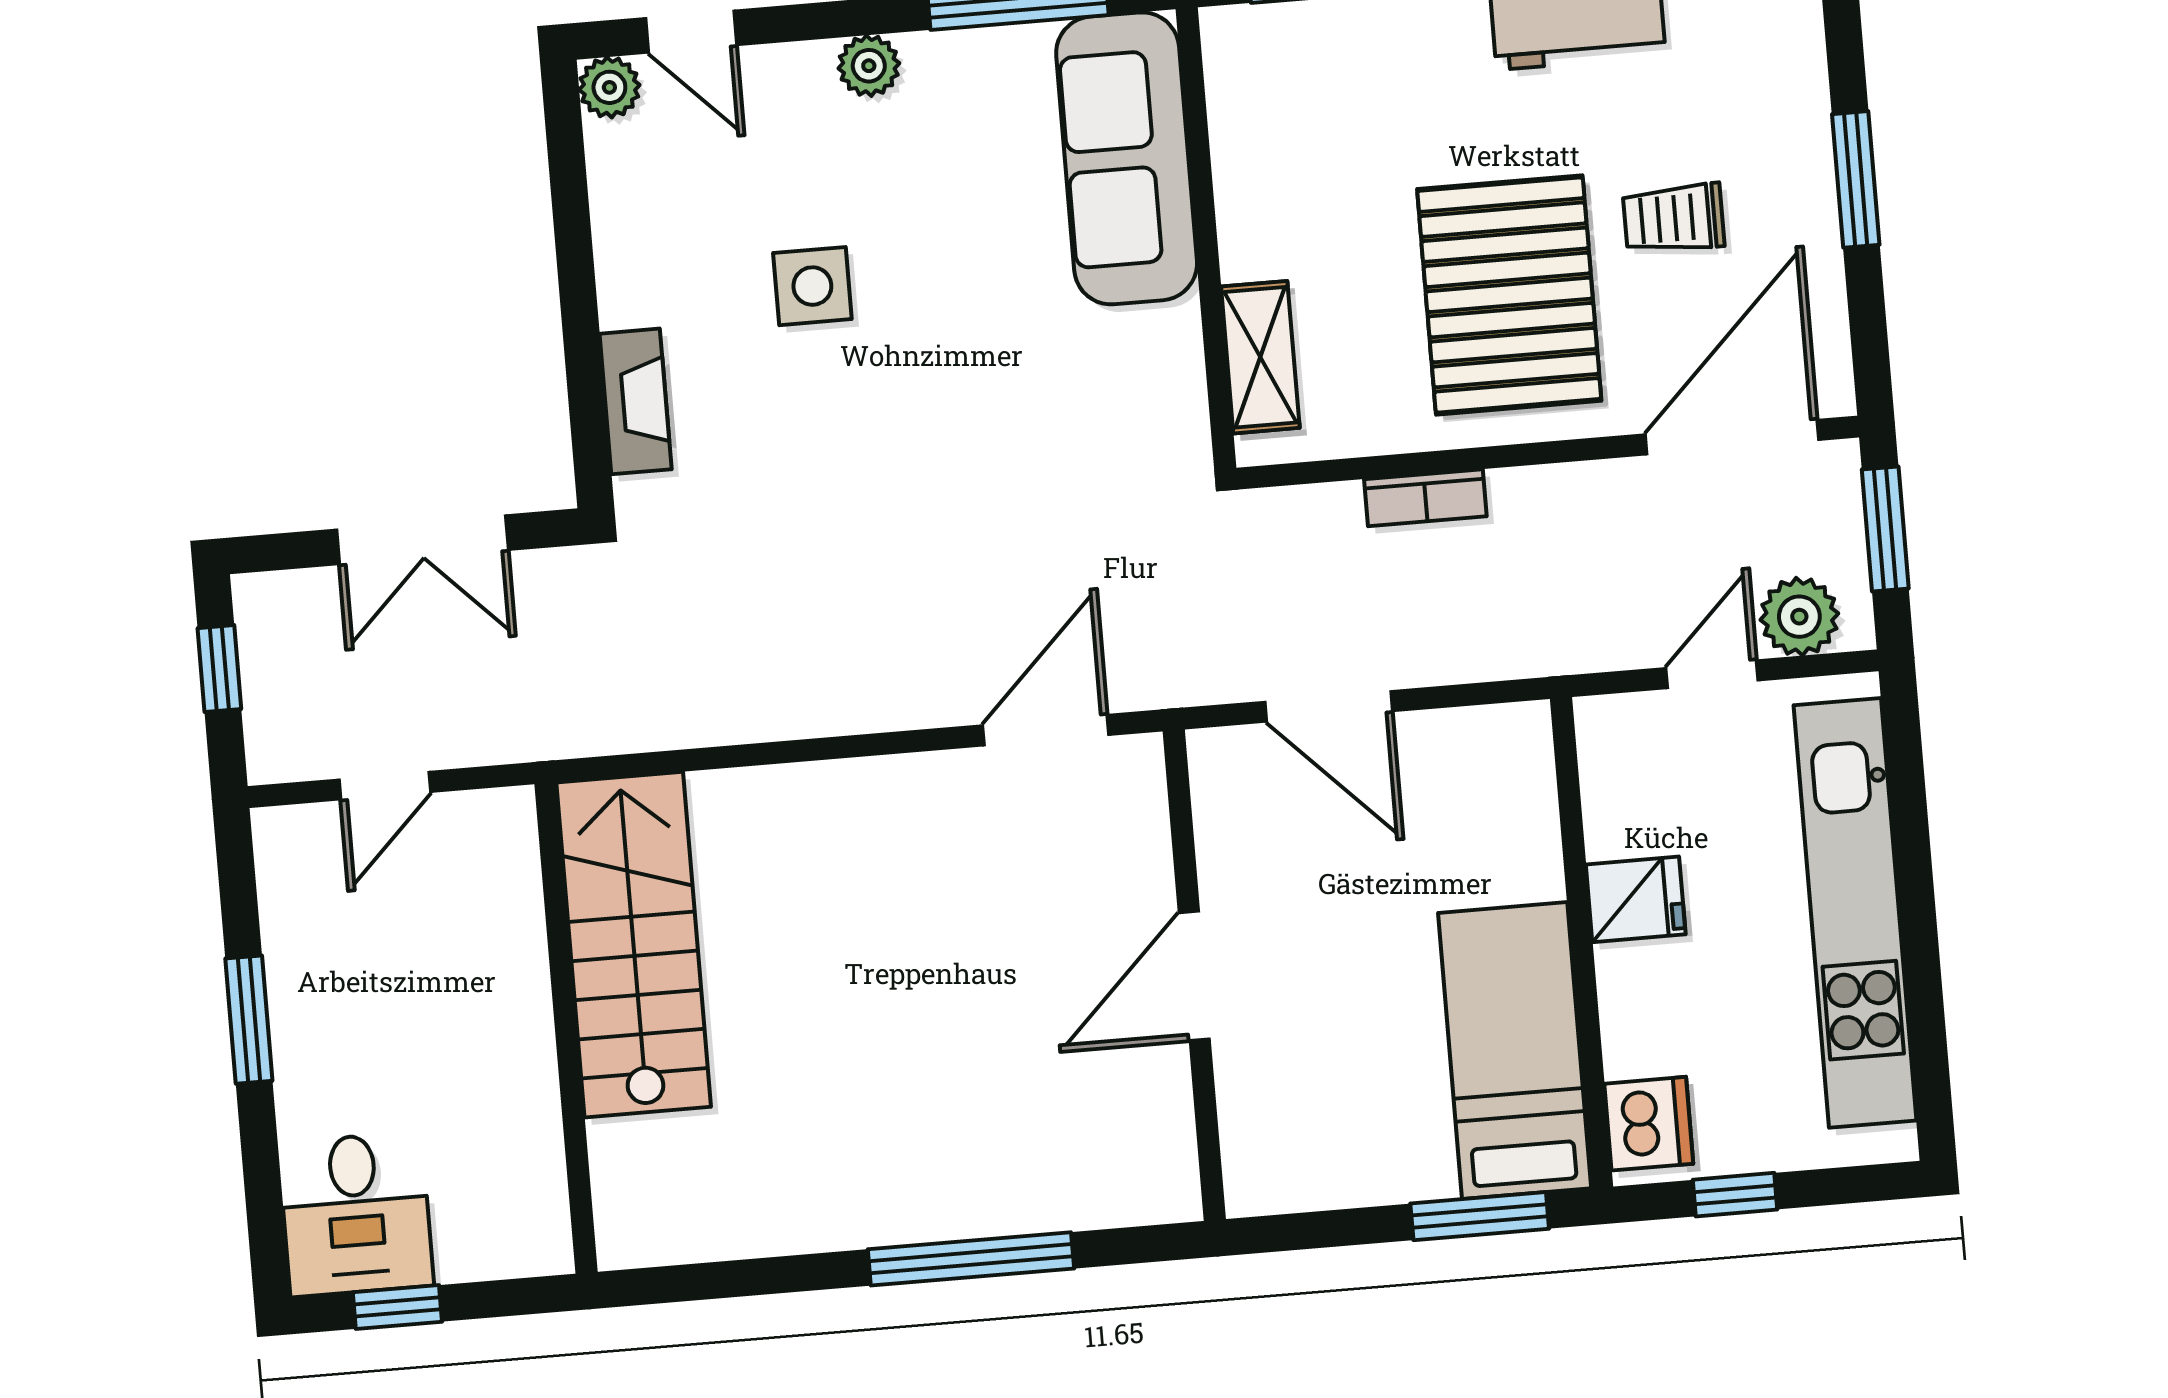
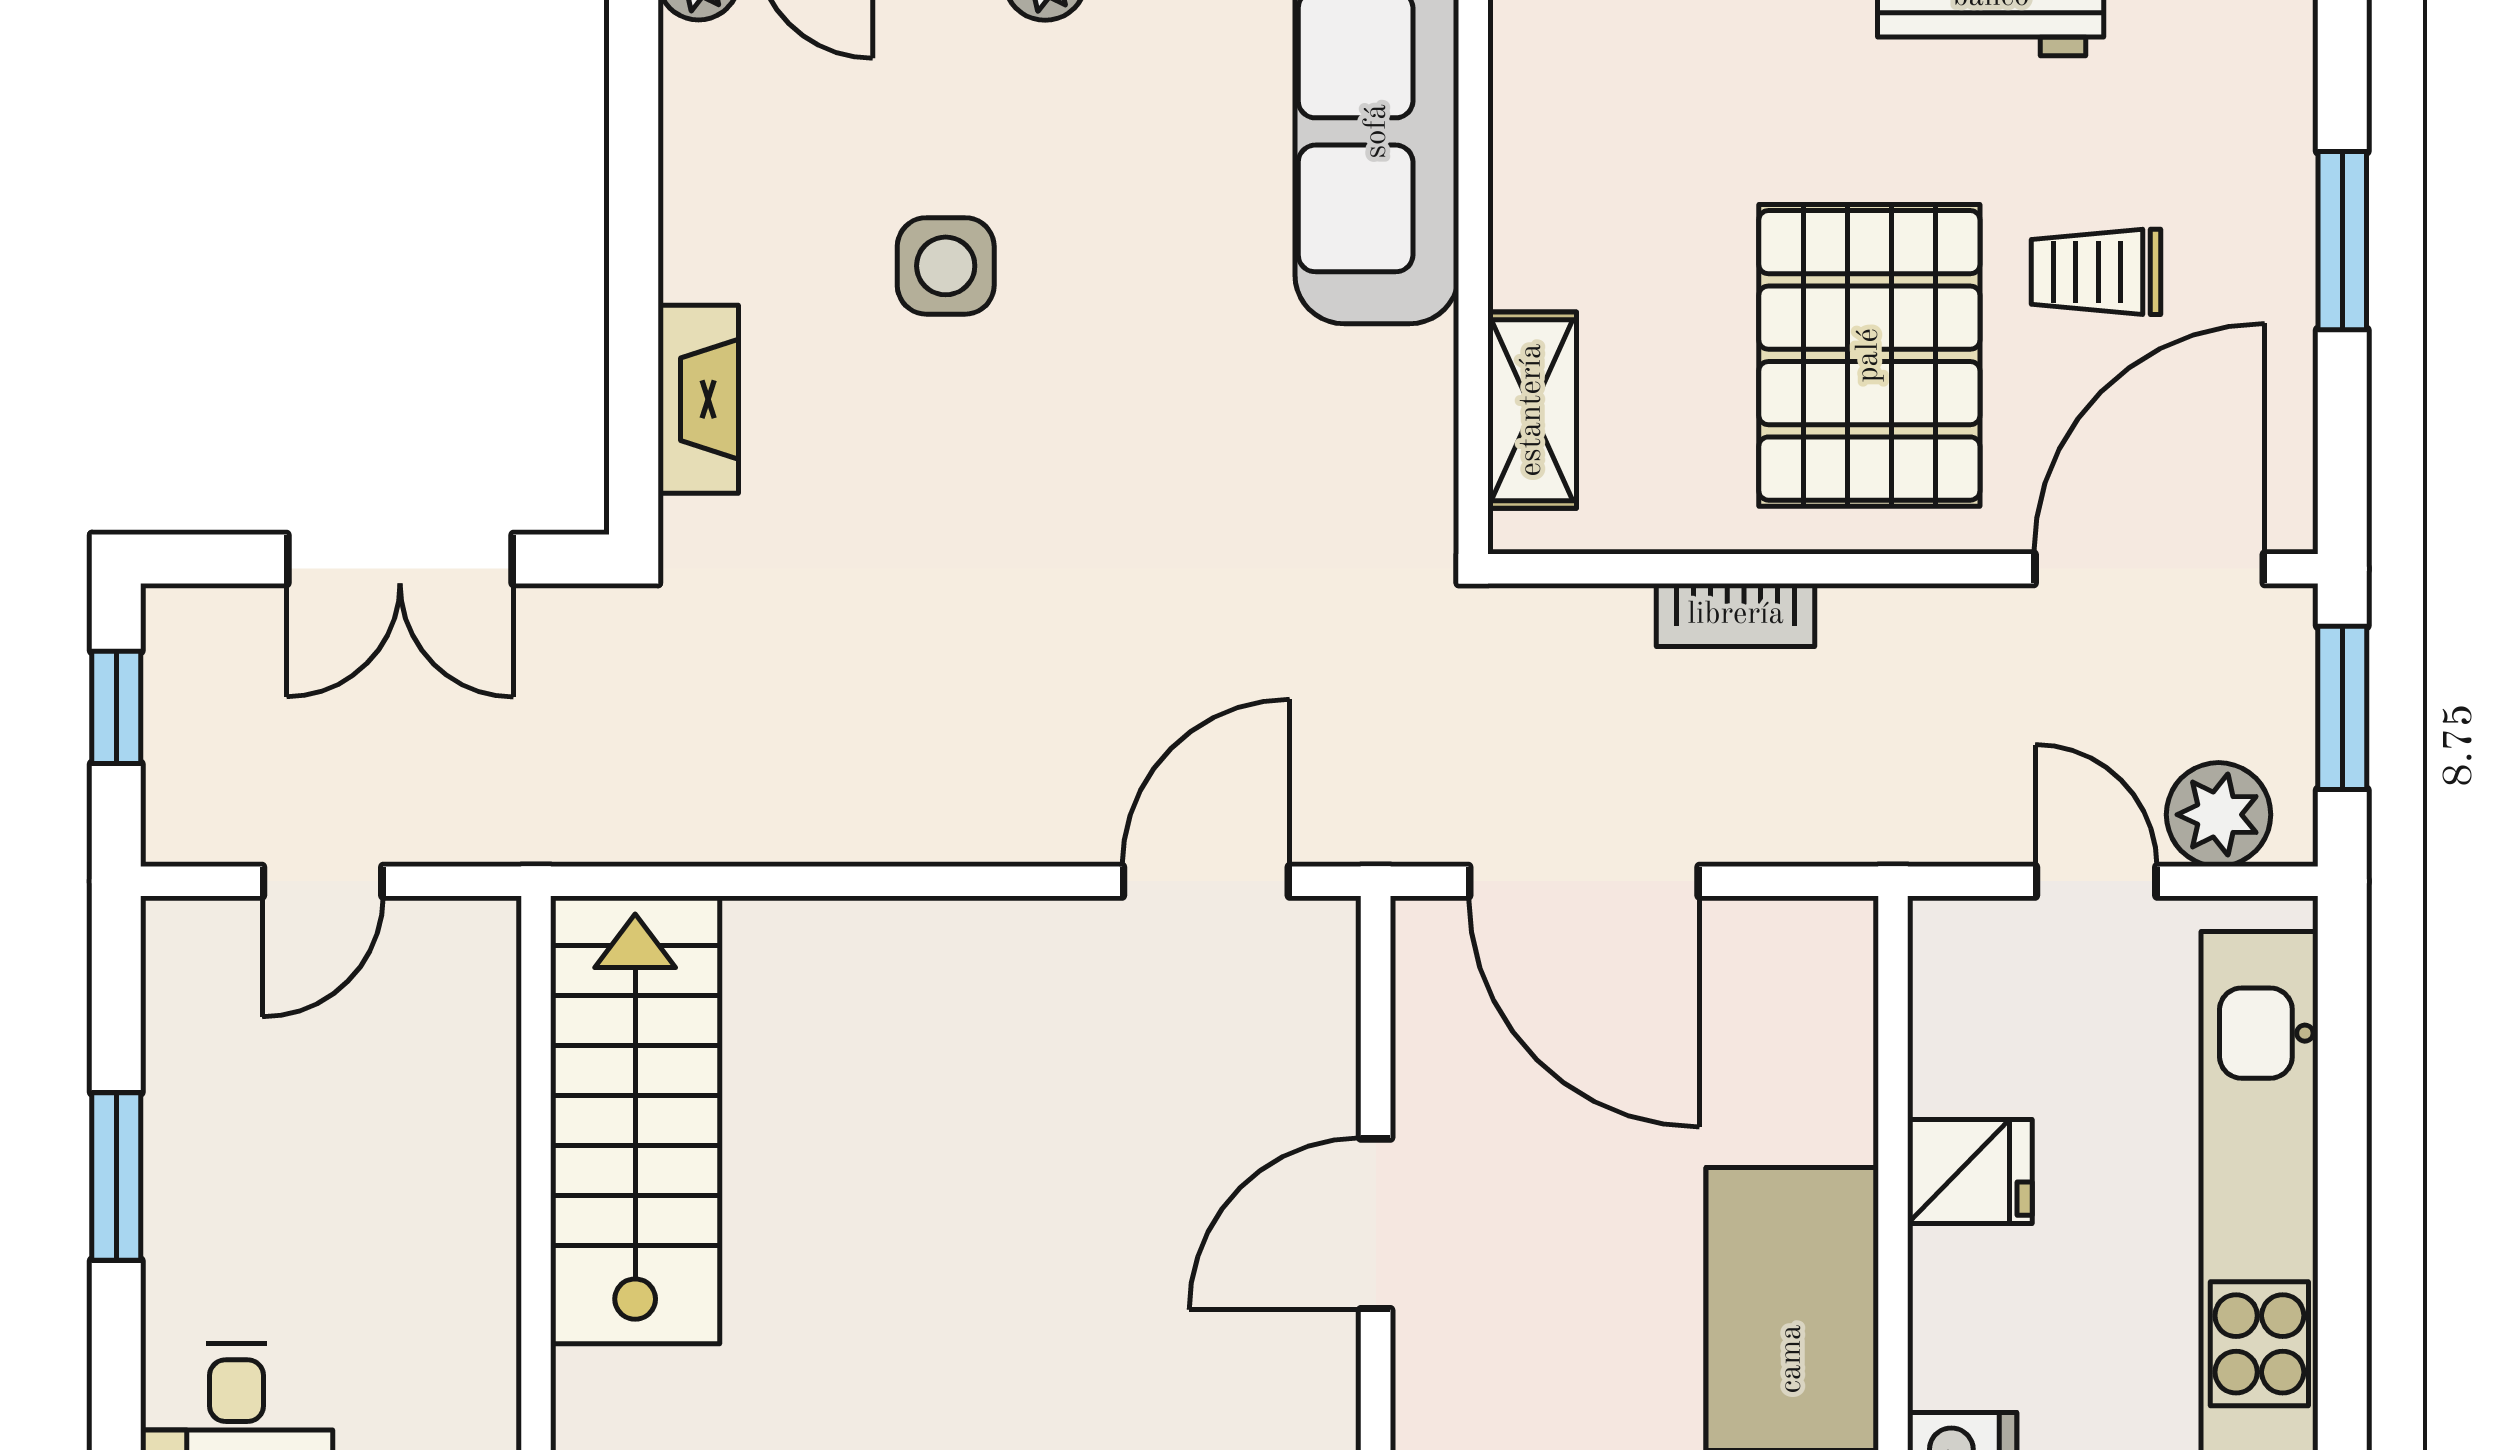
door: (1712, 674) -> (2096, 881), hinge flipped
door: (1329, 706) -> (1584, 881), width x1.36

